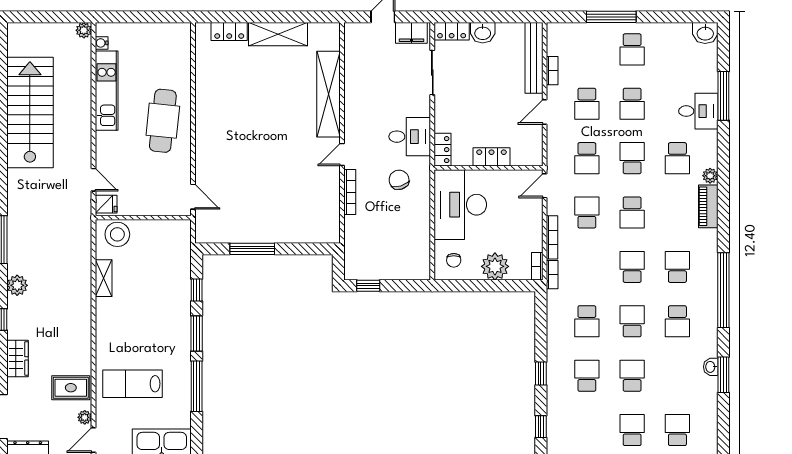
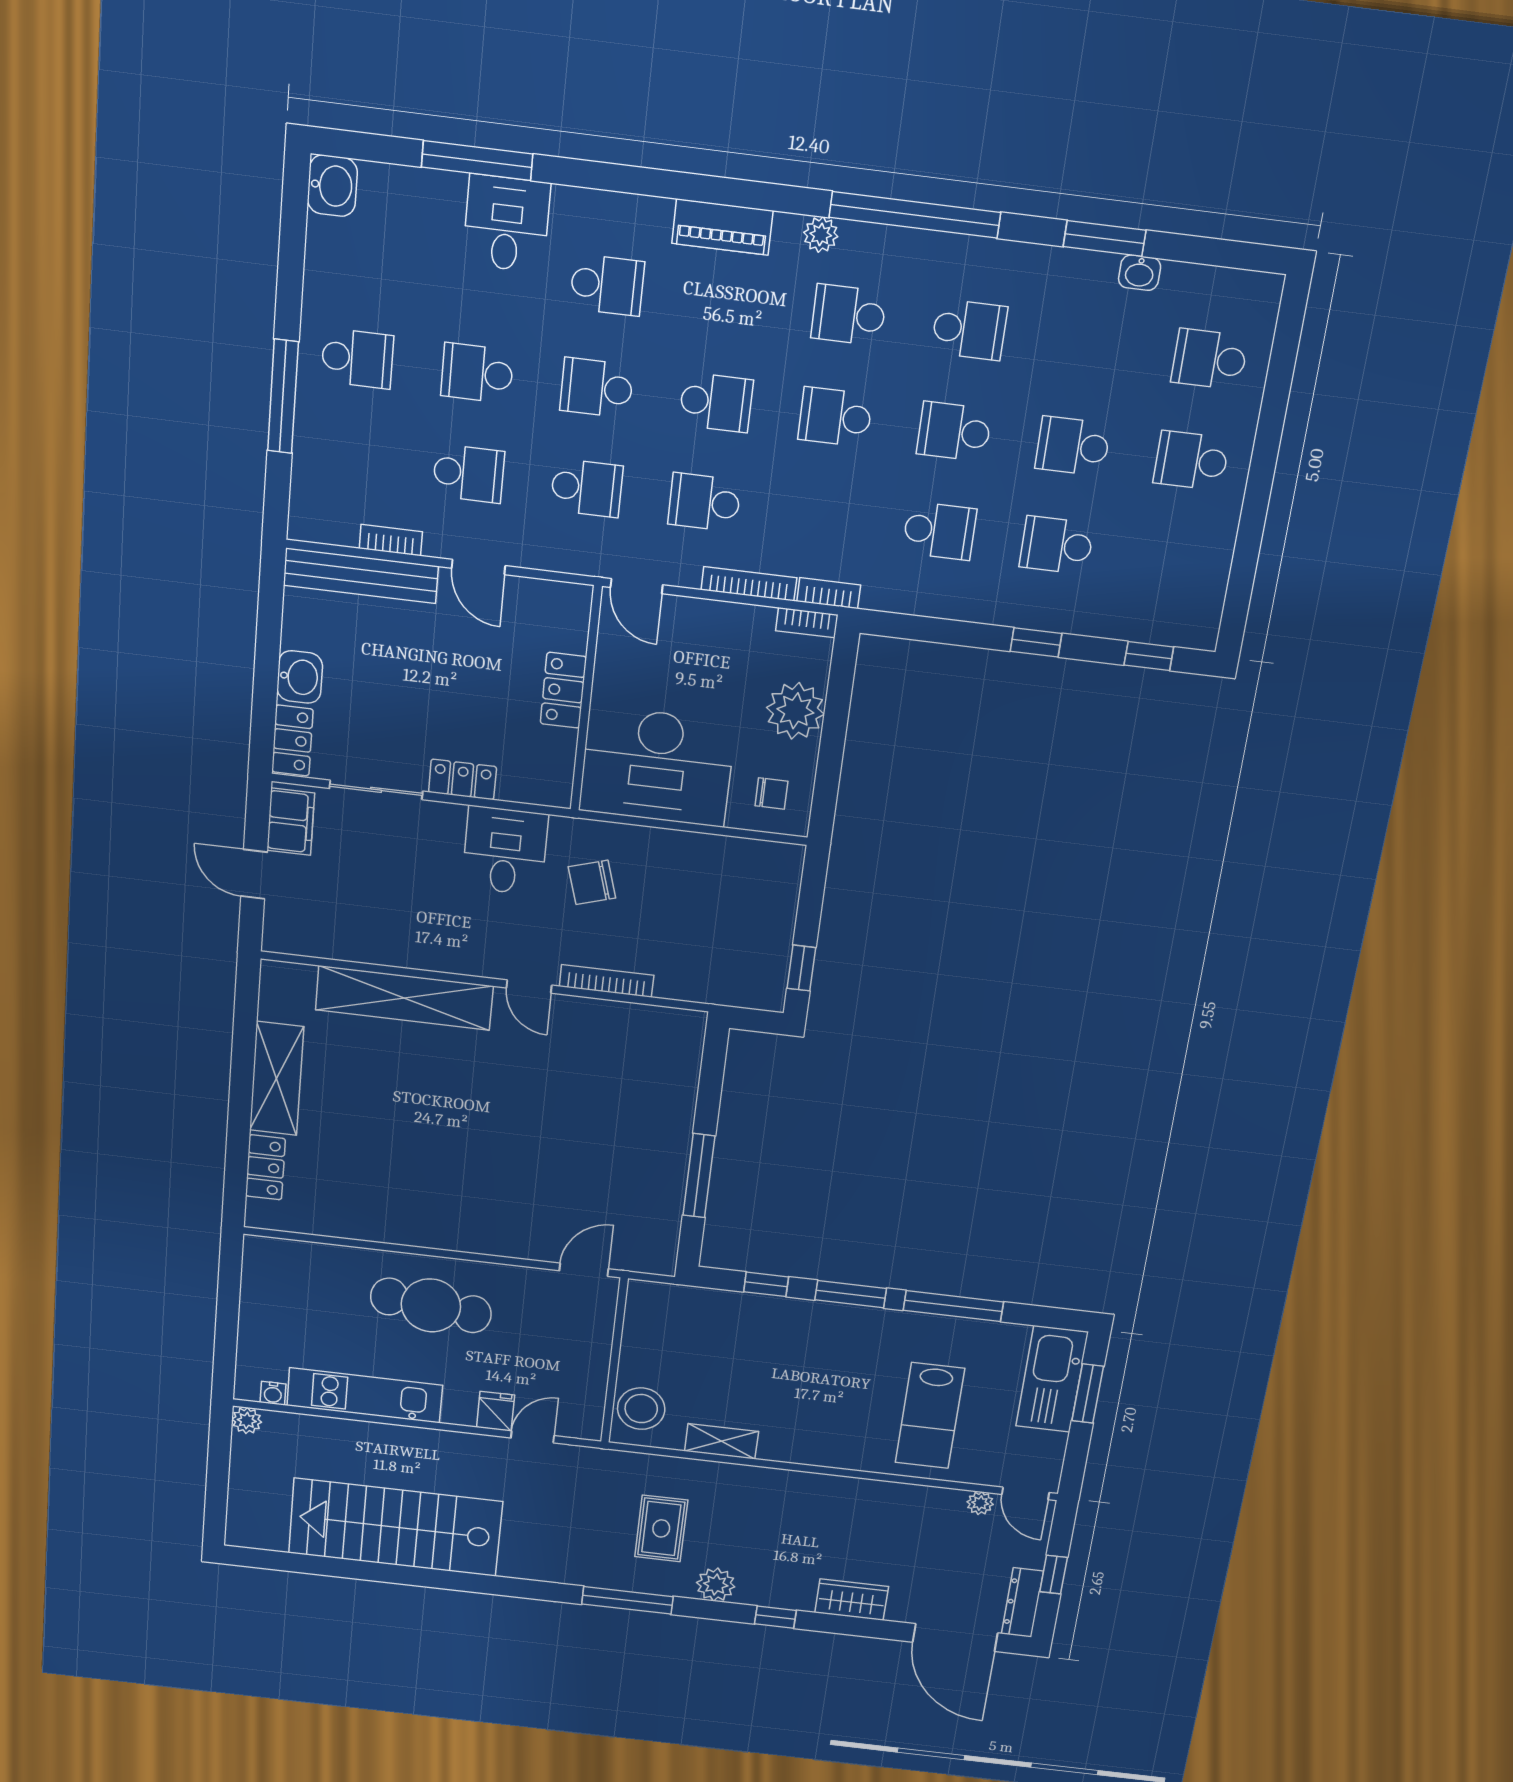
school desk: (632, 104) -> (477, 373), turned 180
locker: (442, 150) -> (462, 779), moved
plant: (710, 176) -> (821, 235), moved
fridge: (106, 204) -> (495, 1411), moved
washbasin: (711, 367) -> (1140, 273), moved
rug: (71, 388) -> (661, 1528), moved

